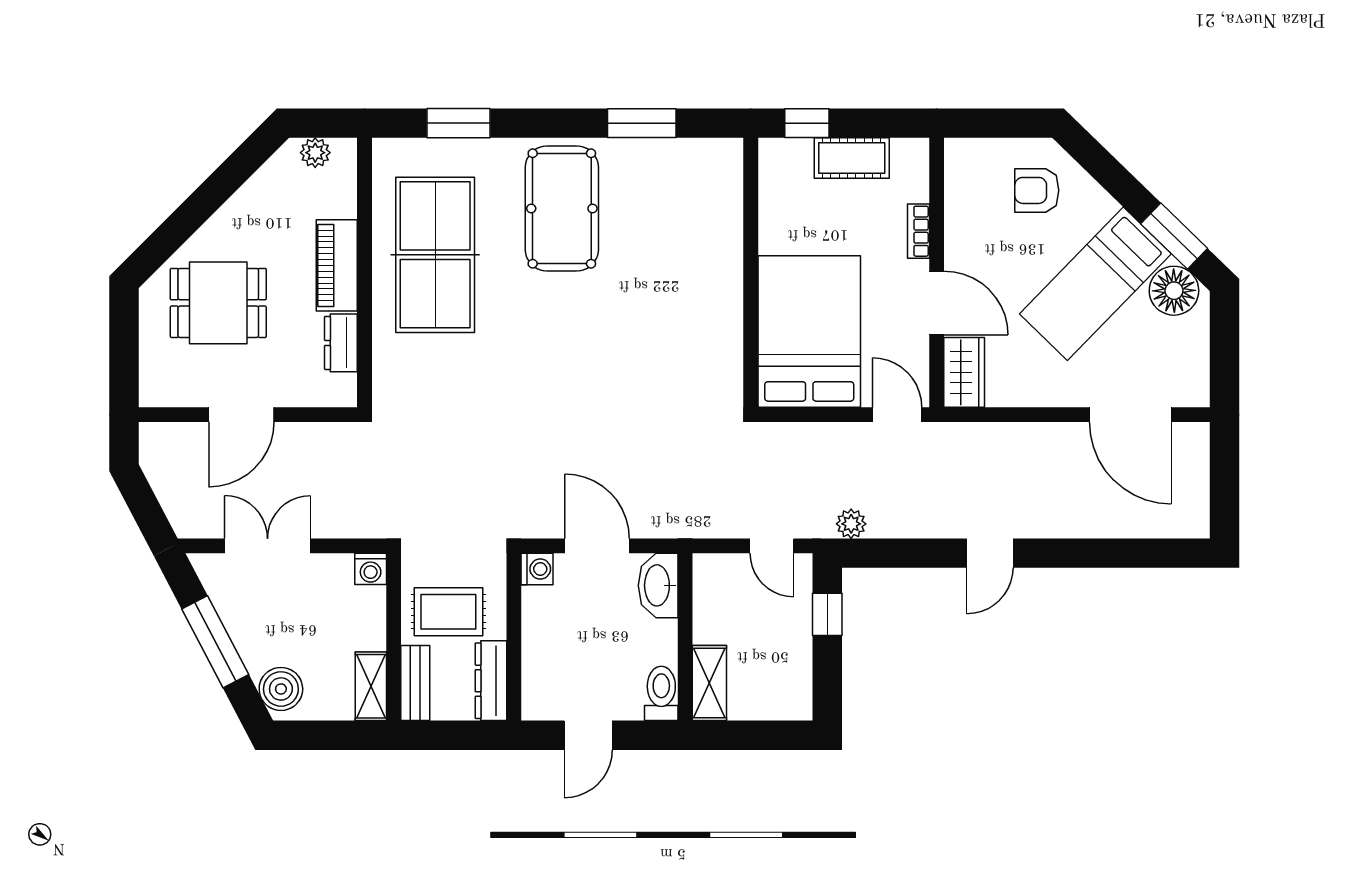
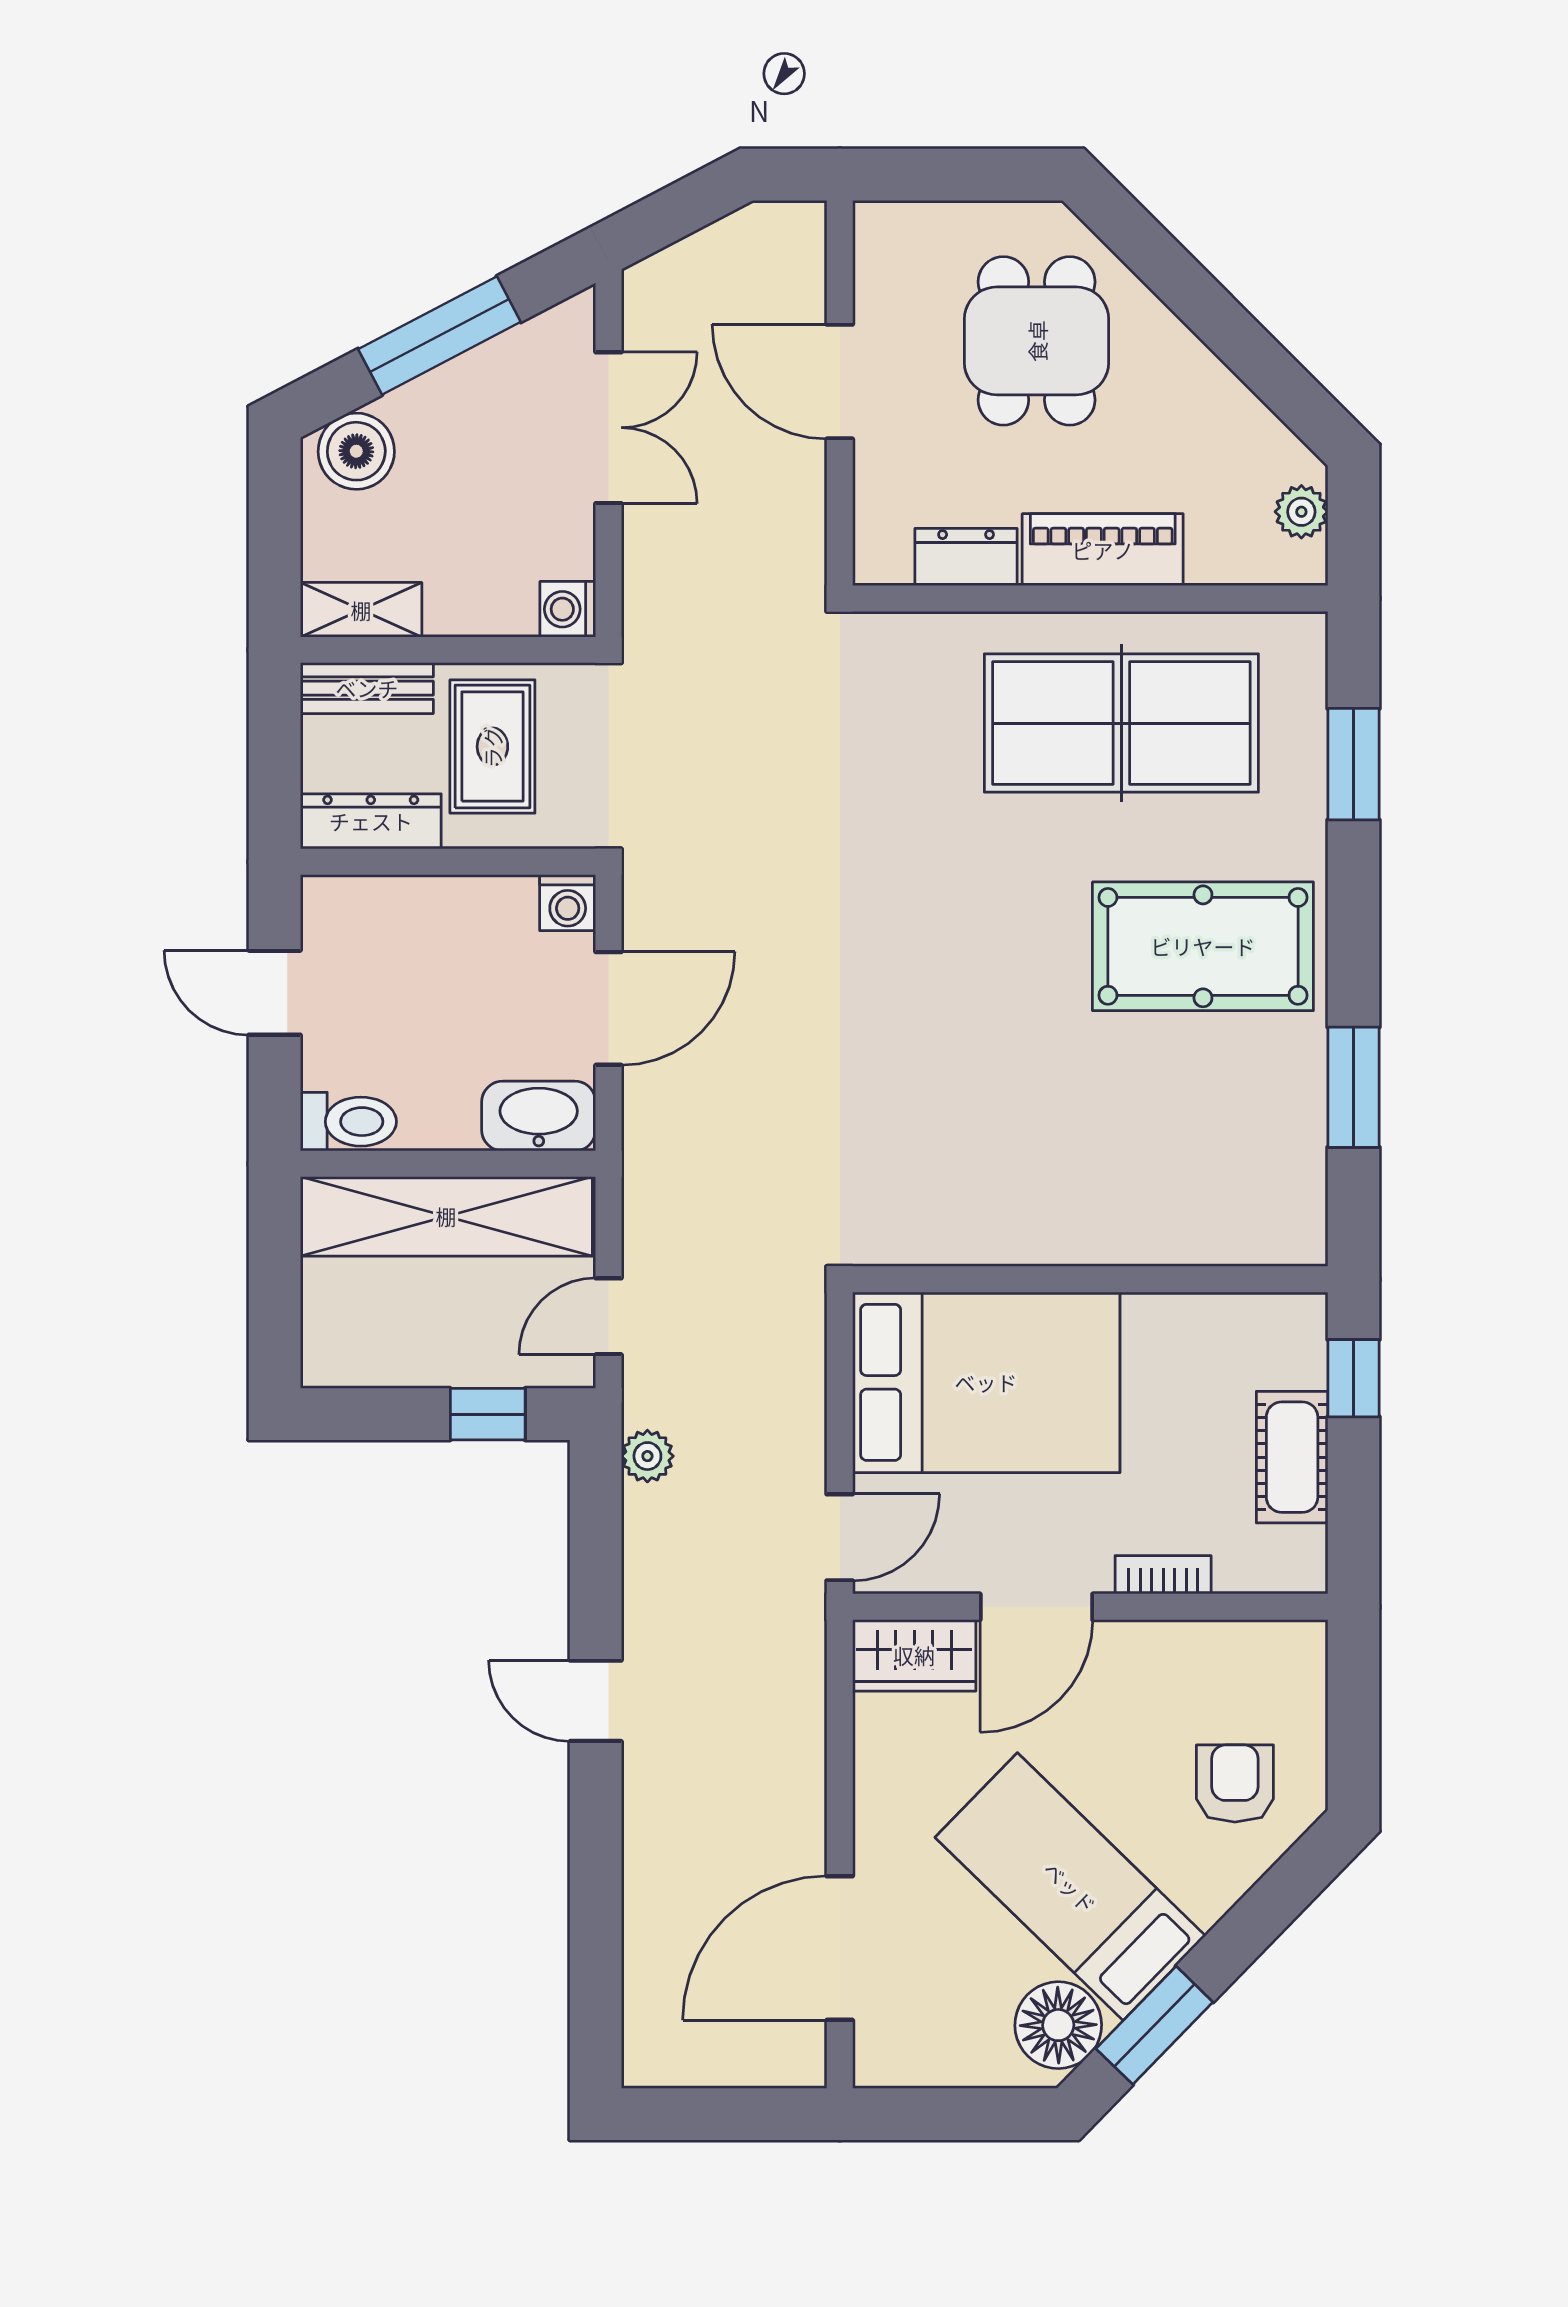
shelving: (709, 683) -> (446, 1216), width x2.20, depth x1.33

